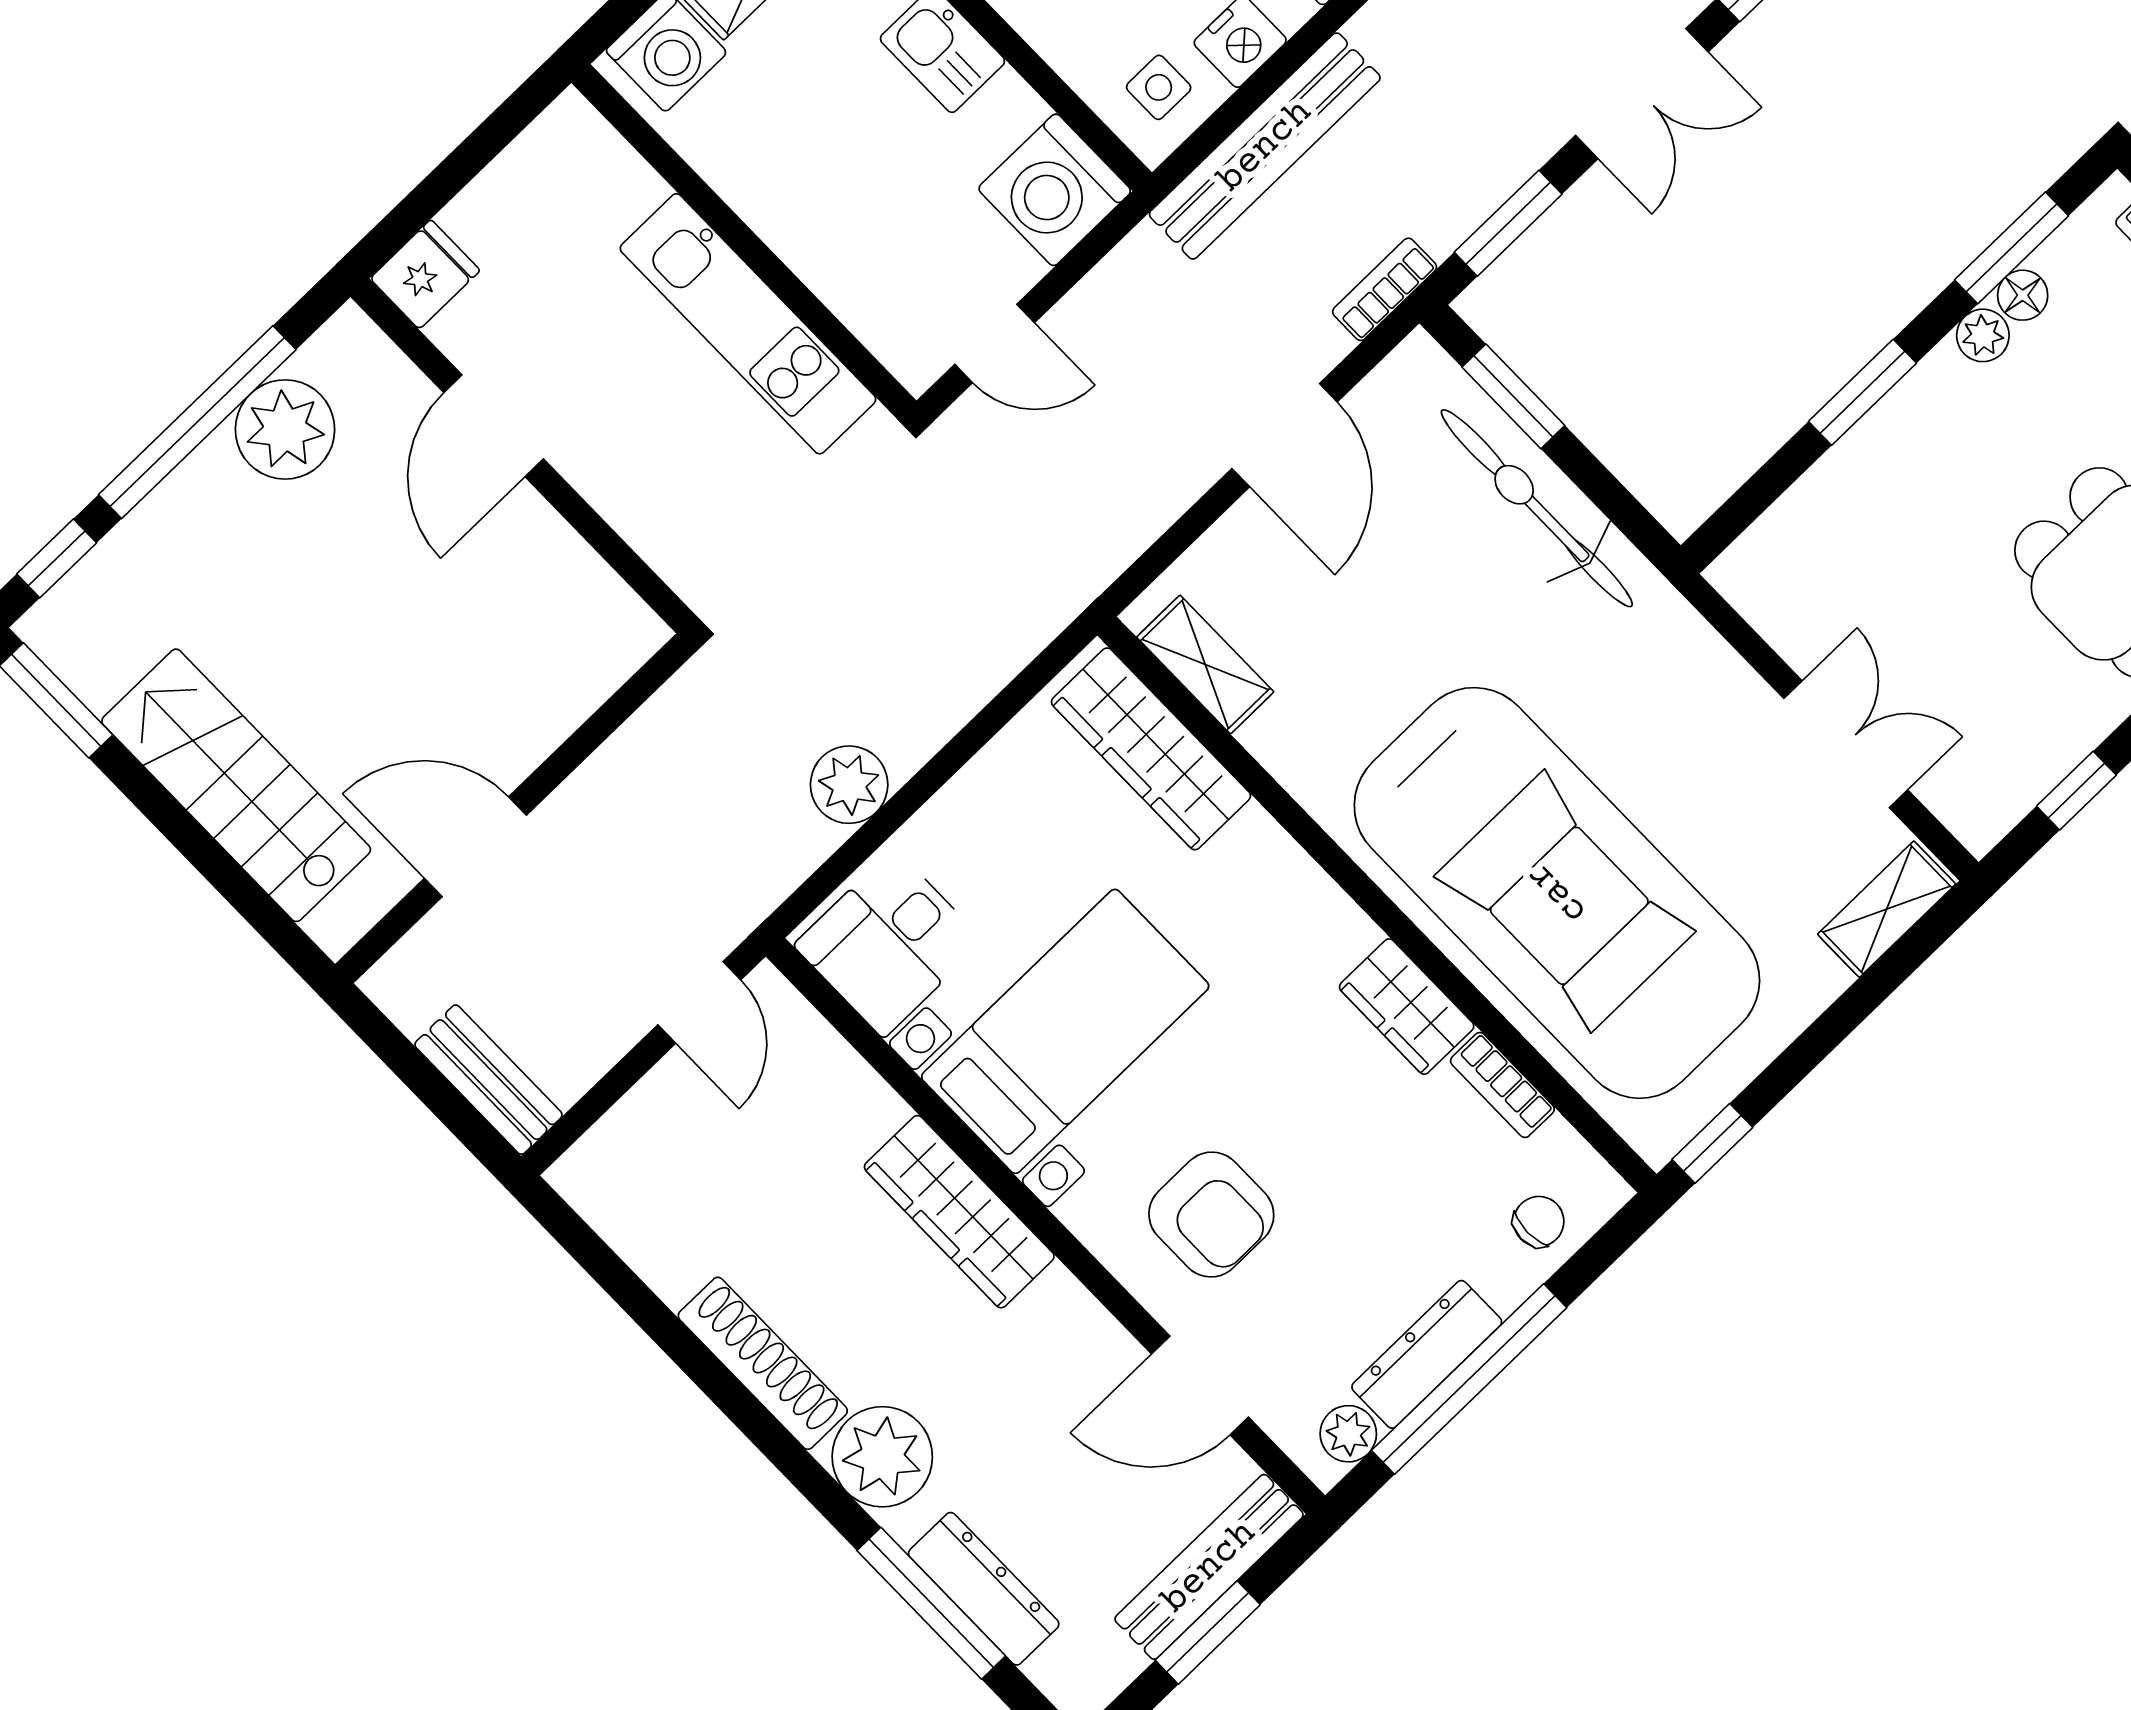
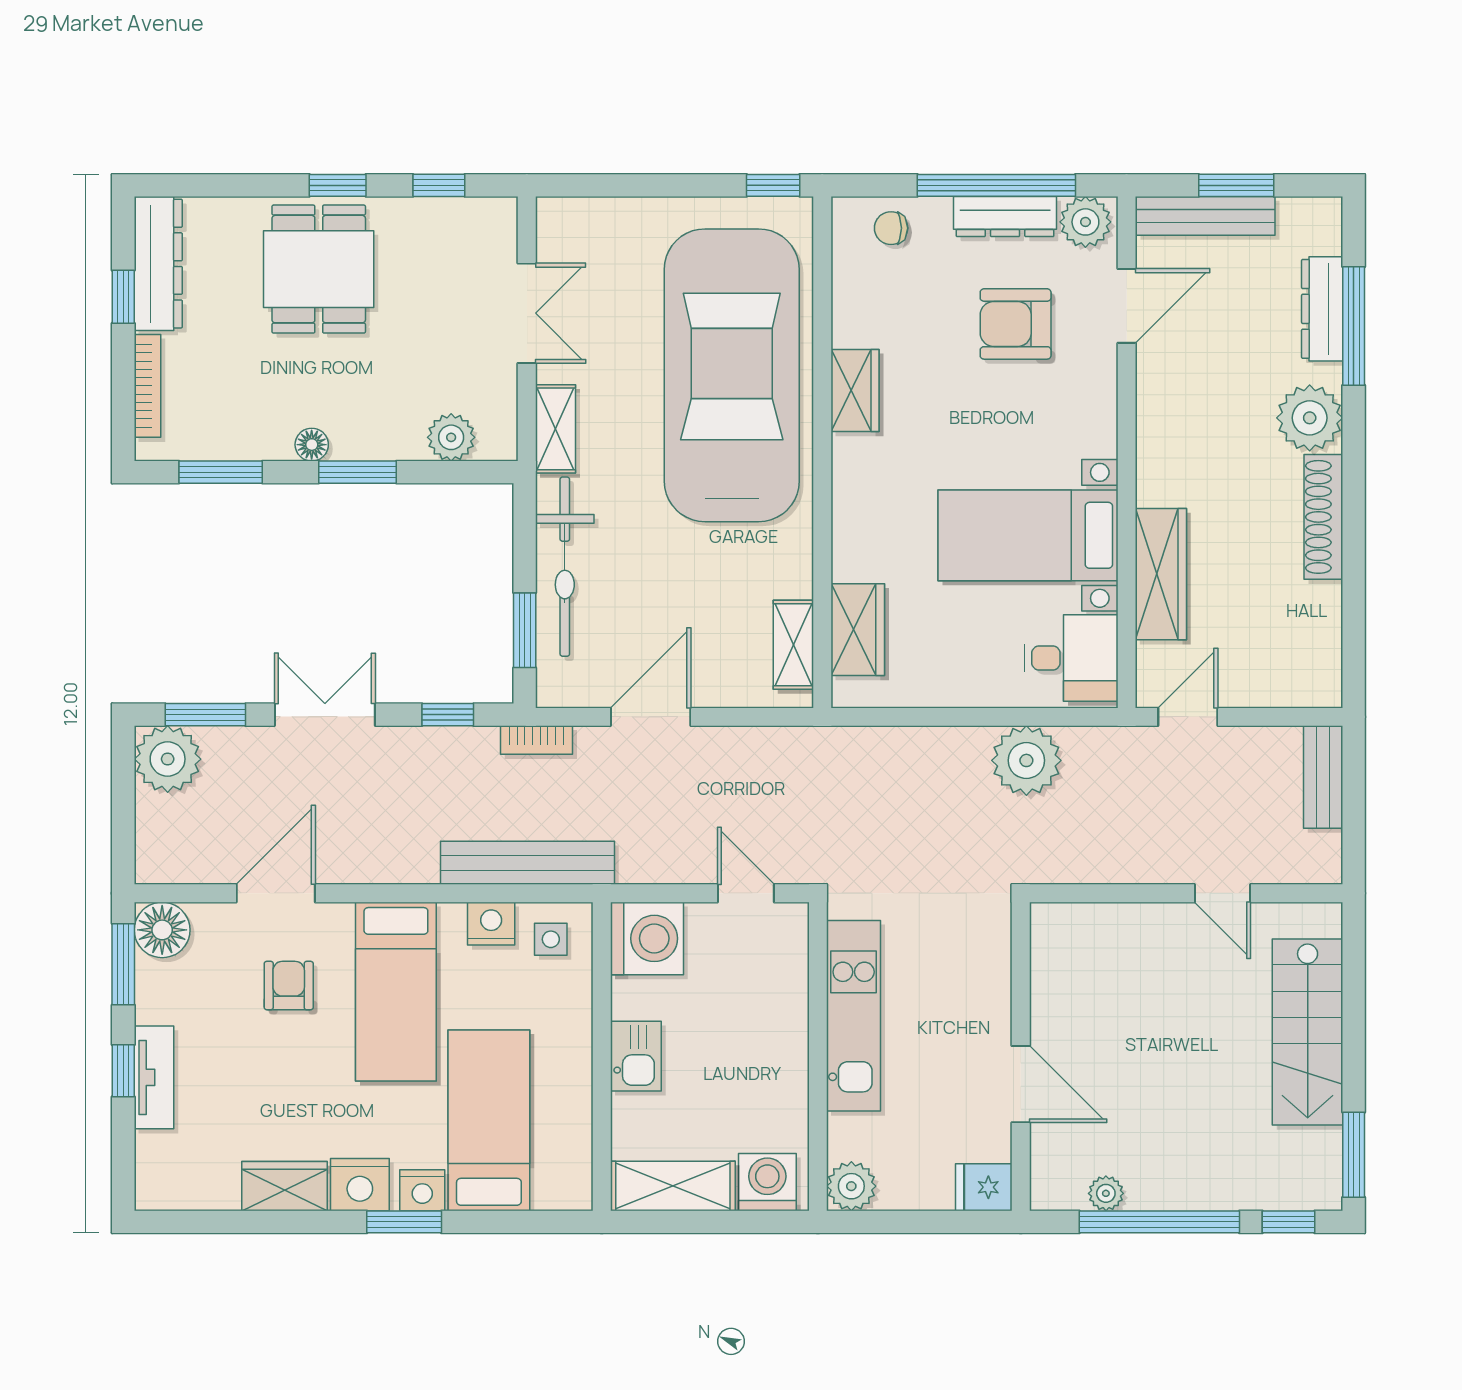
plant: (570, 136) -> (851, 1186), added
window: (1508, 223) -> (448, 715), width x0.67
floor lamp: (2023, 295) -> (312, 445), moved
plant: (1983, 335) -> (451, 437), moved, width x1.38, depth x1.38
door: (494, 426) -> (1021, 1084), hinge flipped
plant: (285, 429) -> (1106, 1193), width x0.53, depth x0.53
double door: (1846, 744) -> (527, 313), swing flipped
wardrobe: (1151, 749) -> (858, 630), width x0.67
plant: (849, 785) -> (1026, 760), width x1.36, depth x1.36
door: (475, 847) -> (1222, 893), width x0.73
shelving: (1887, 909) -> (556, 429), moved, turned 90
bookcase: (1502, 1085) -> (846, 309), removed
wardrobe: (959, 1212) -> (1161, 574), moved
armchair: (1211, 1215) -> (1016, 324), moved, turned -90
door: (1200, 1385) -> (1127, 306), hinge flipped
plant: (1348, 1434) -> (1085, 222), width x1.38, depth x1.38

